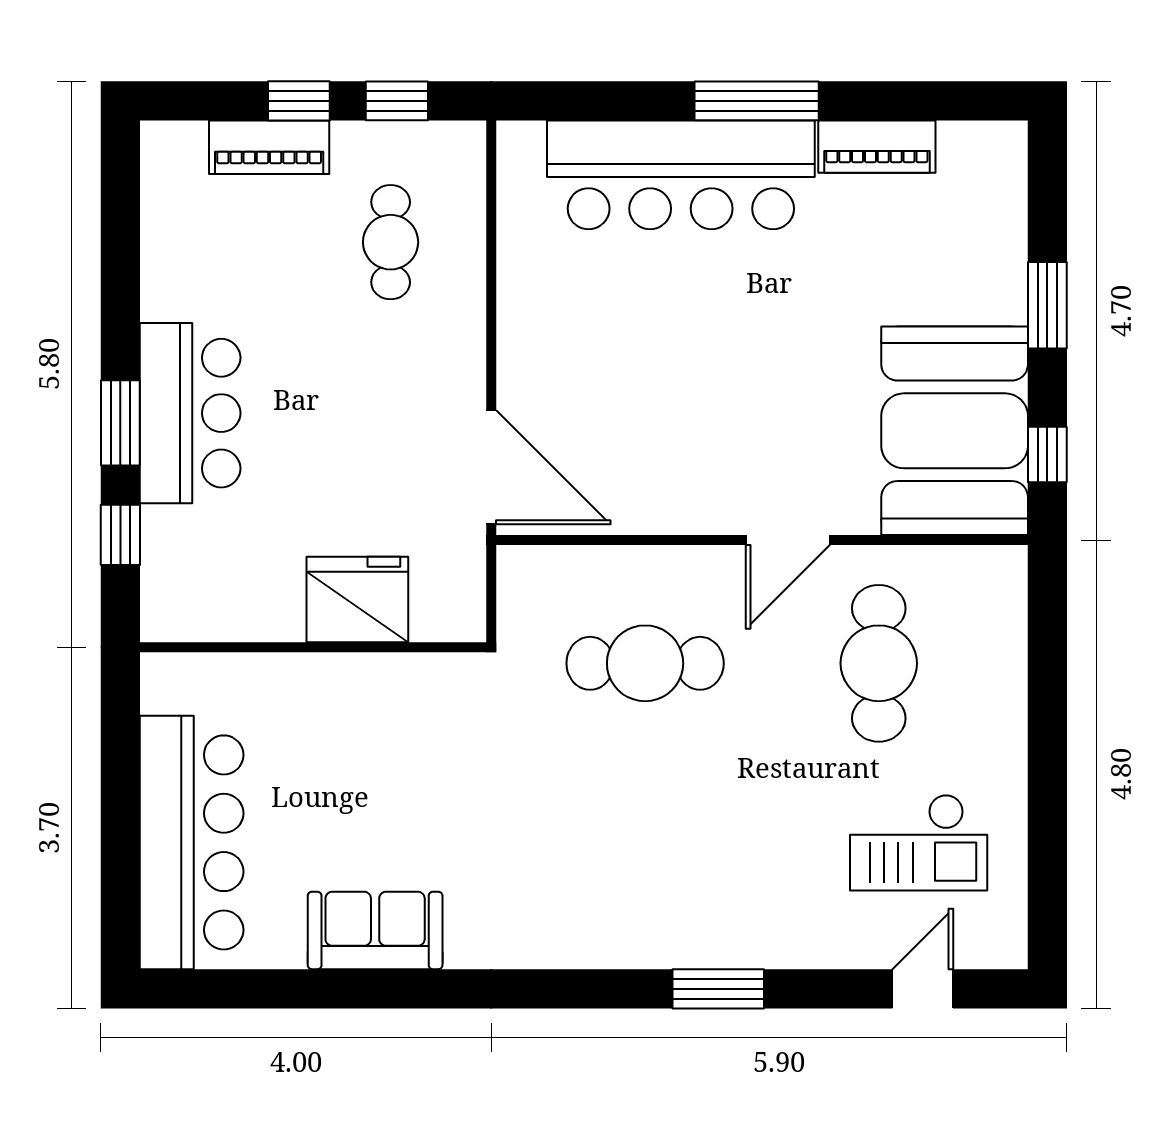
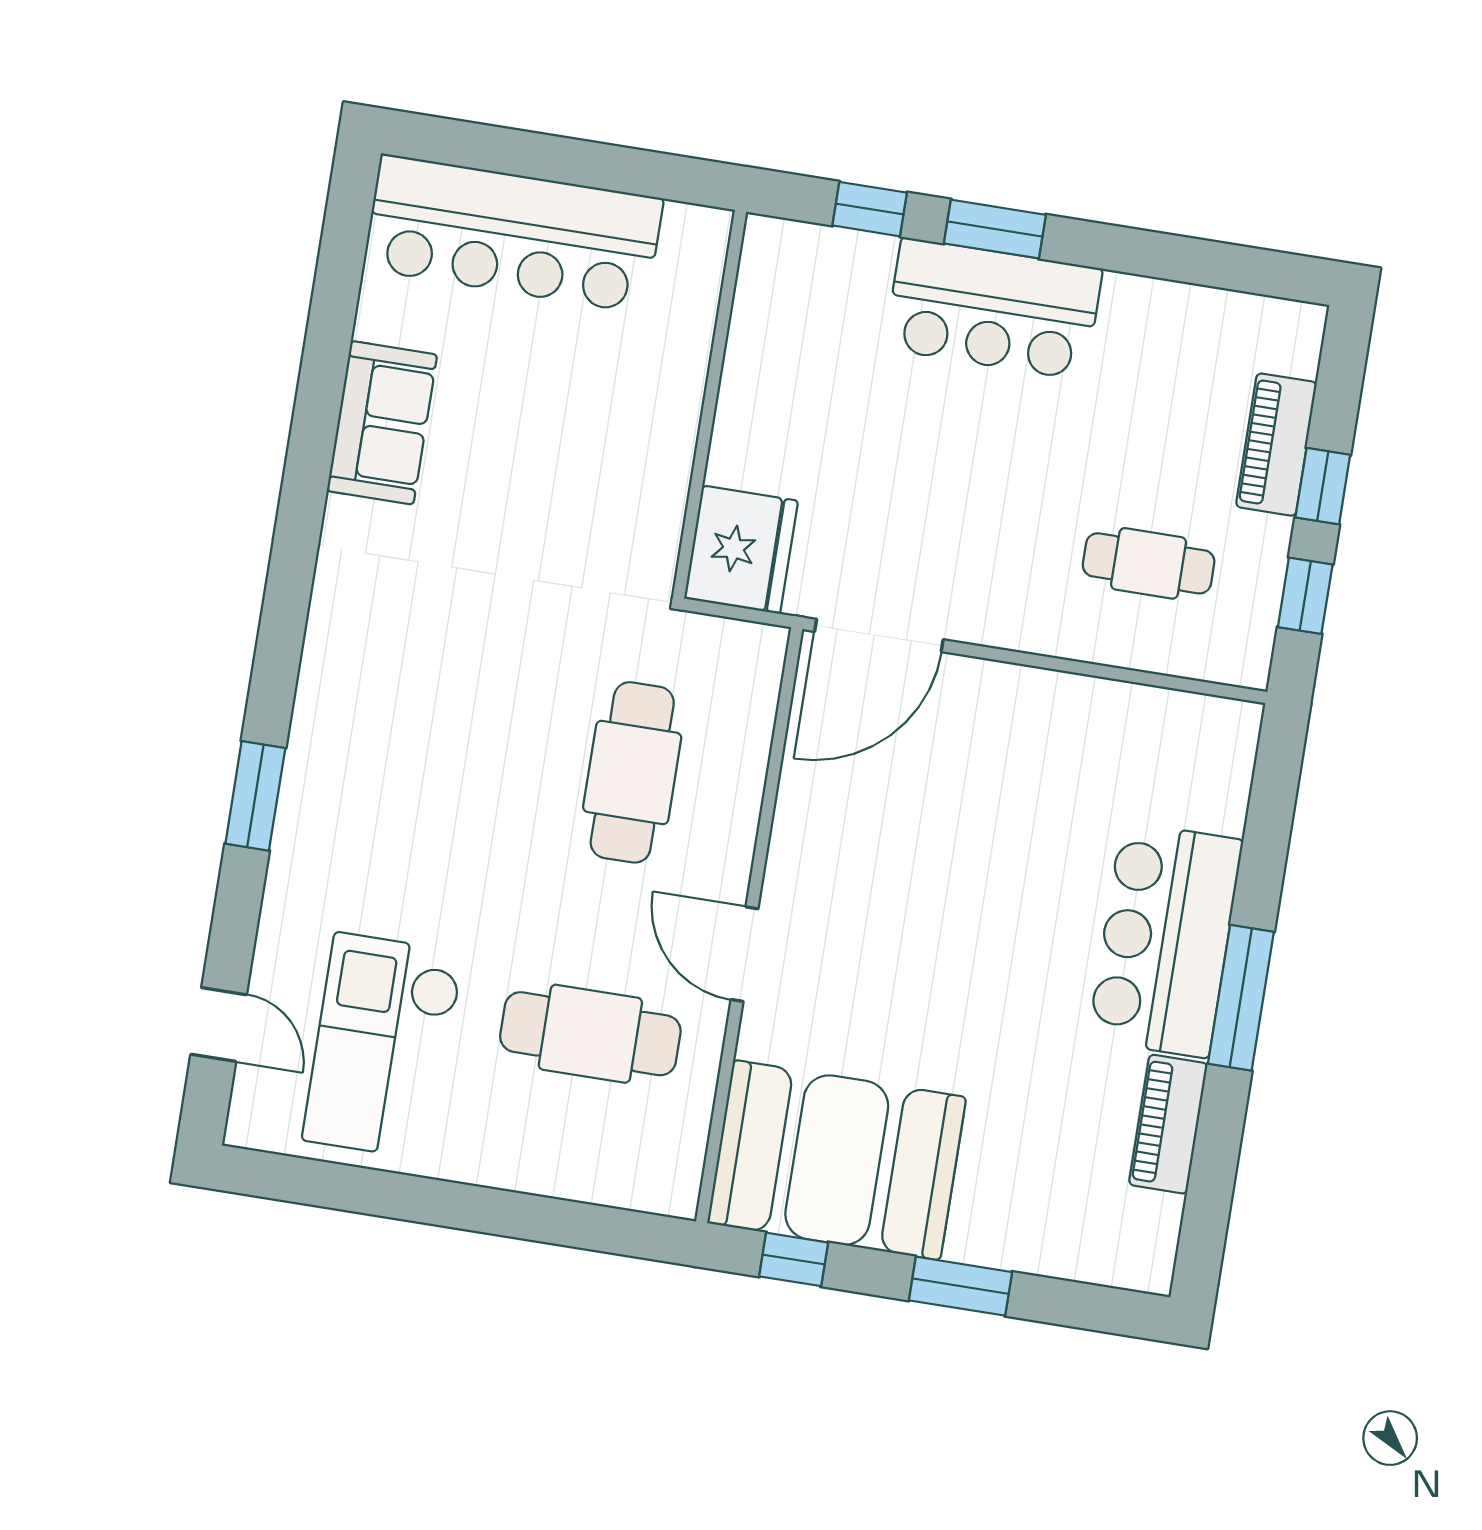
bar counter: (681, 175) -> (1165, 940), width x0.73
fridge: (357, 599) -> (741, 550), moved
checkout: (919, 842) -> (383, 1046), width x1.36, depth x1.21

